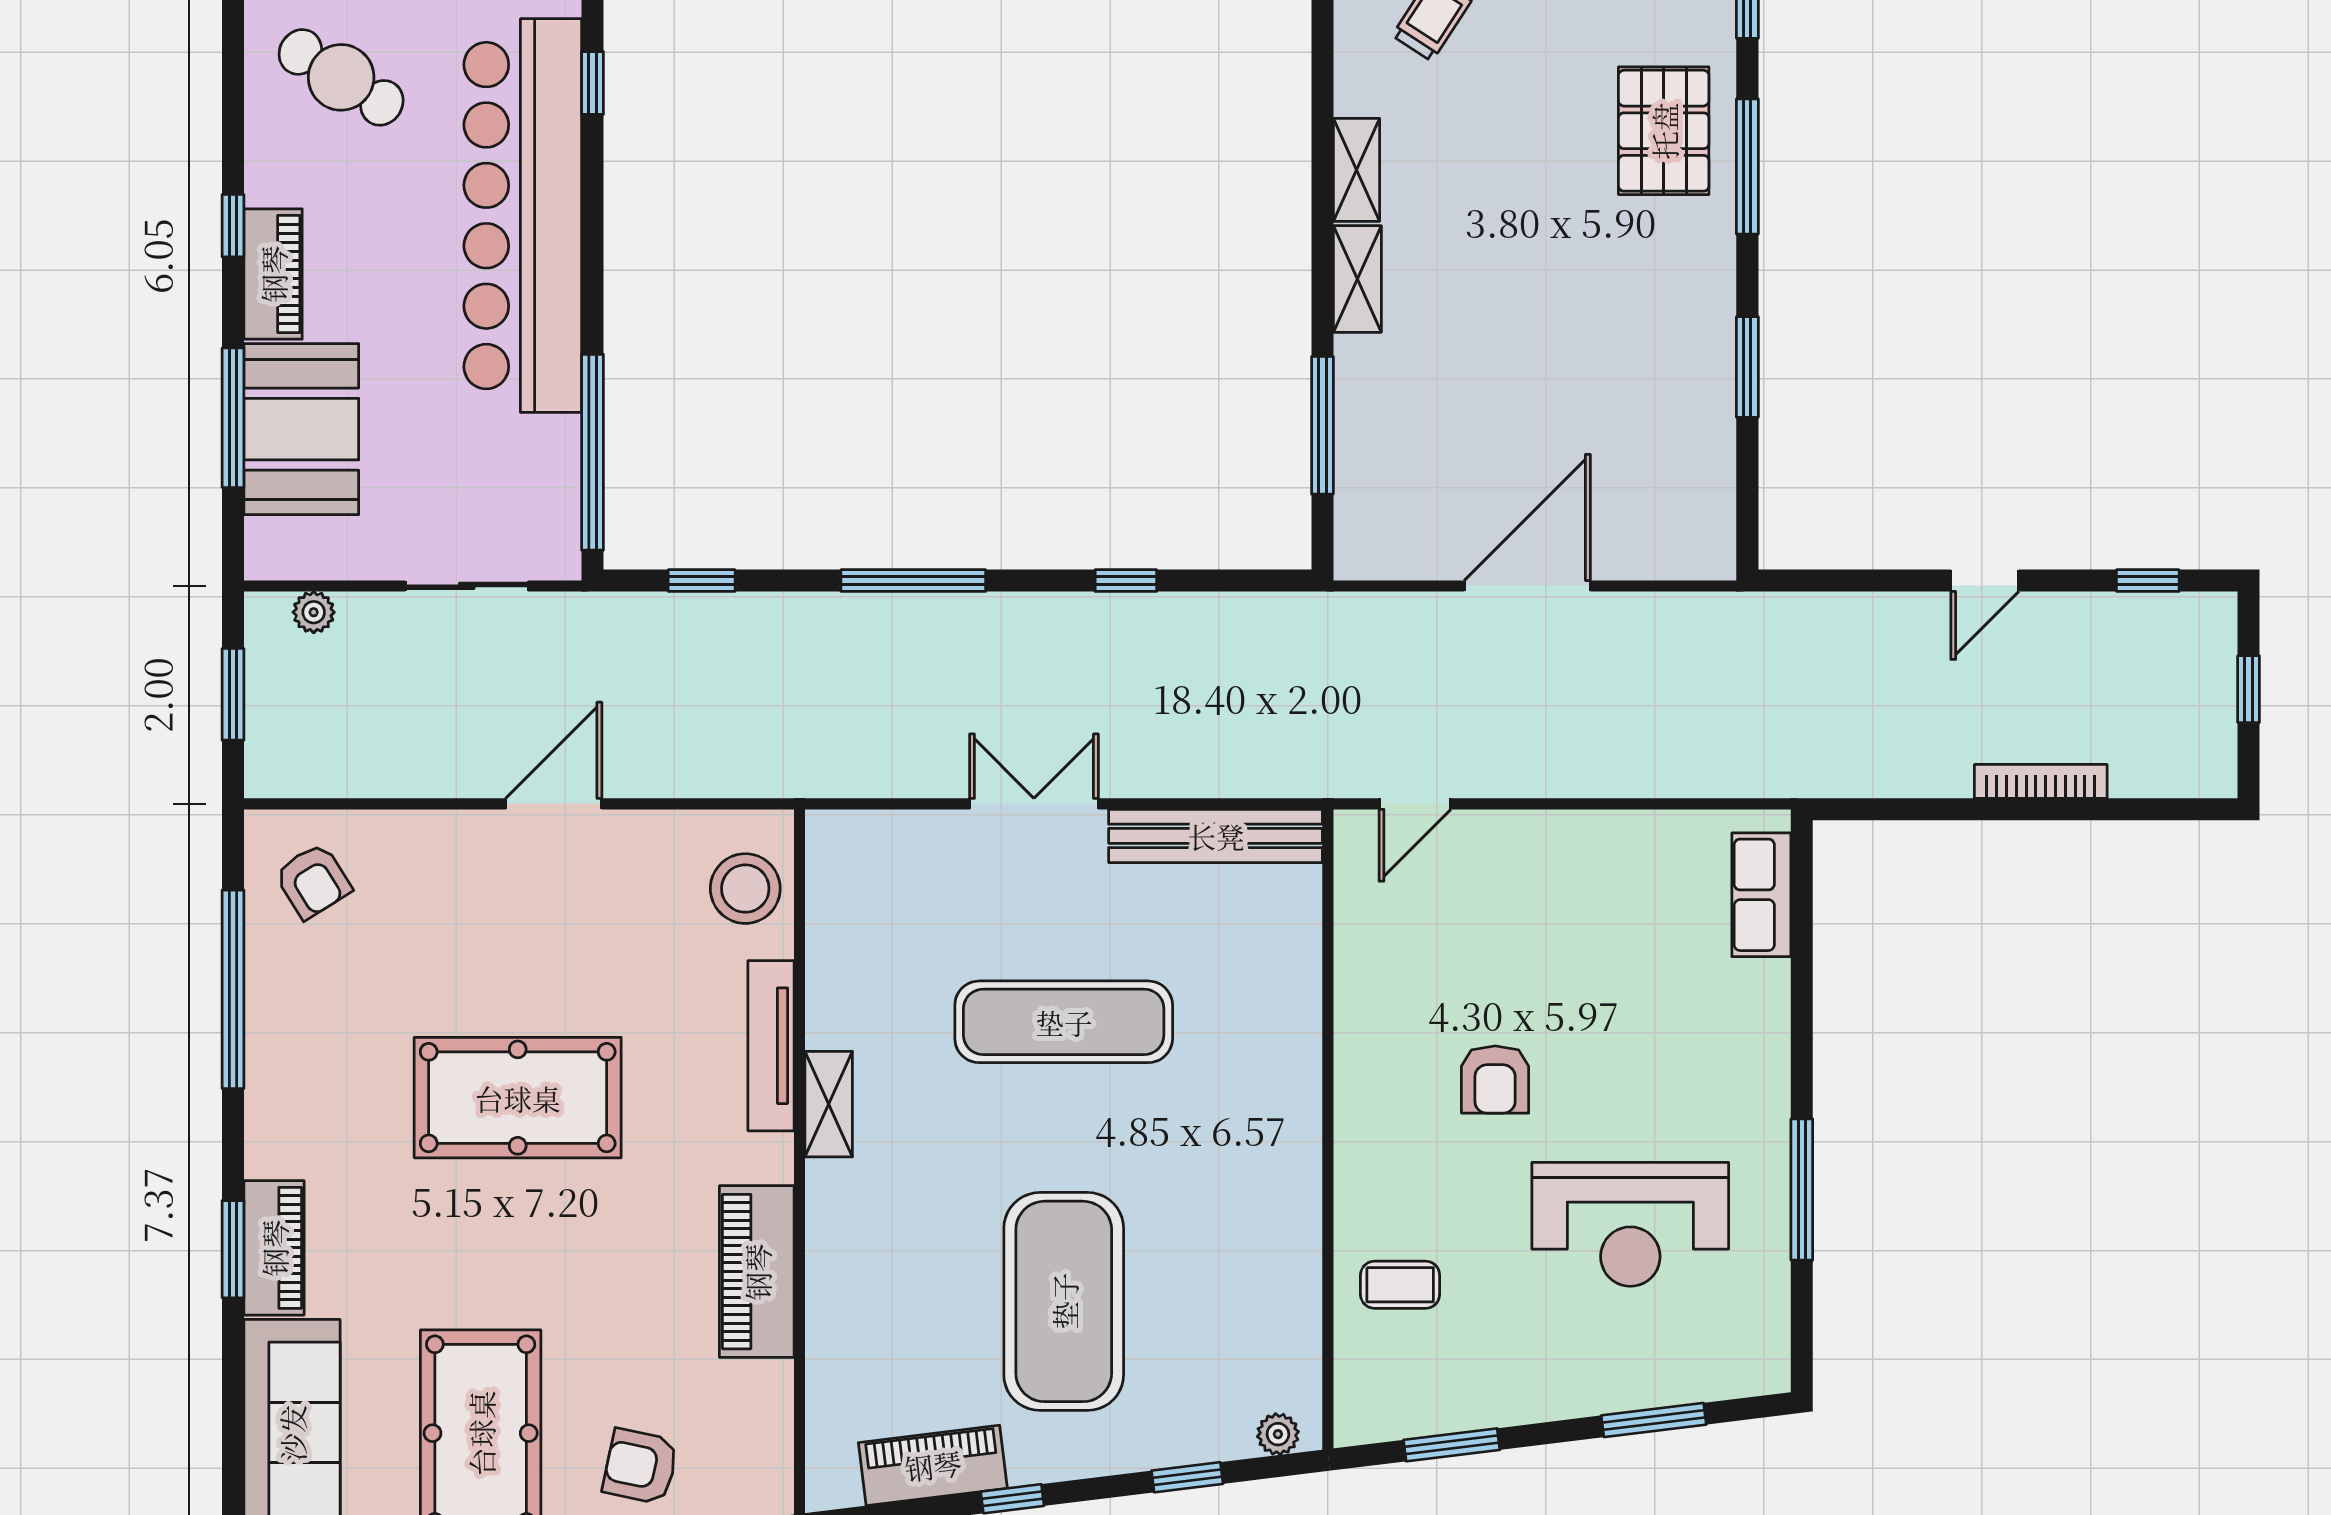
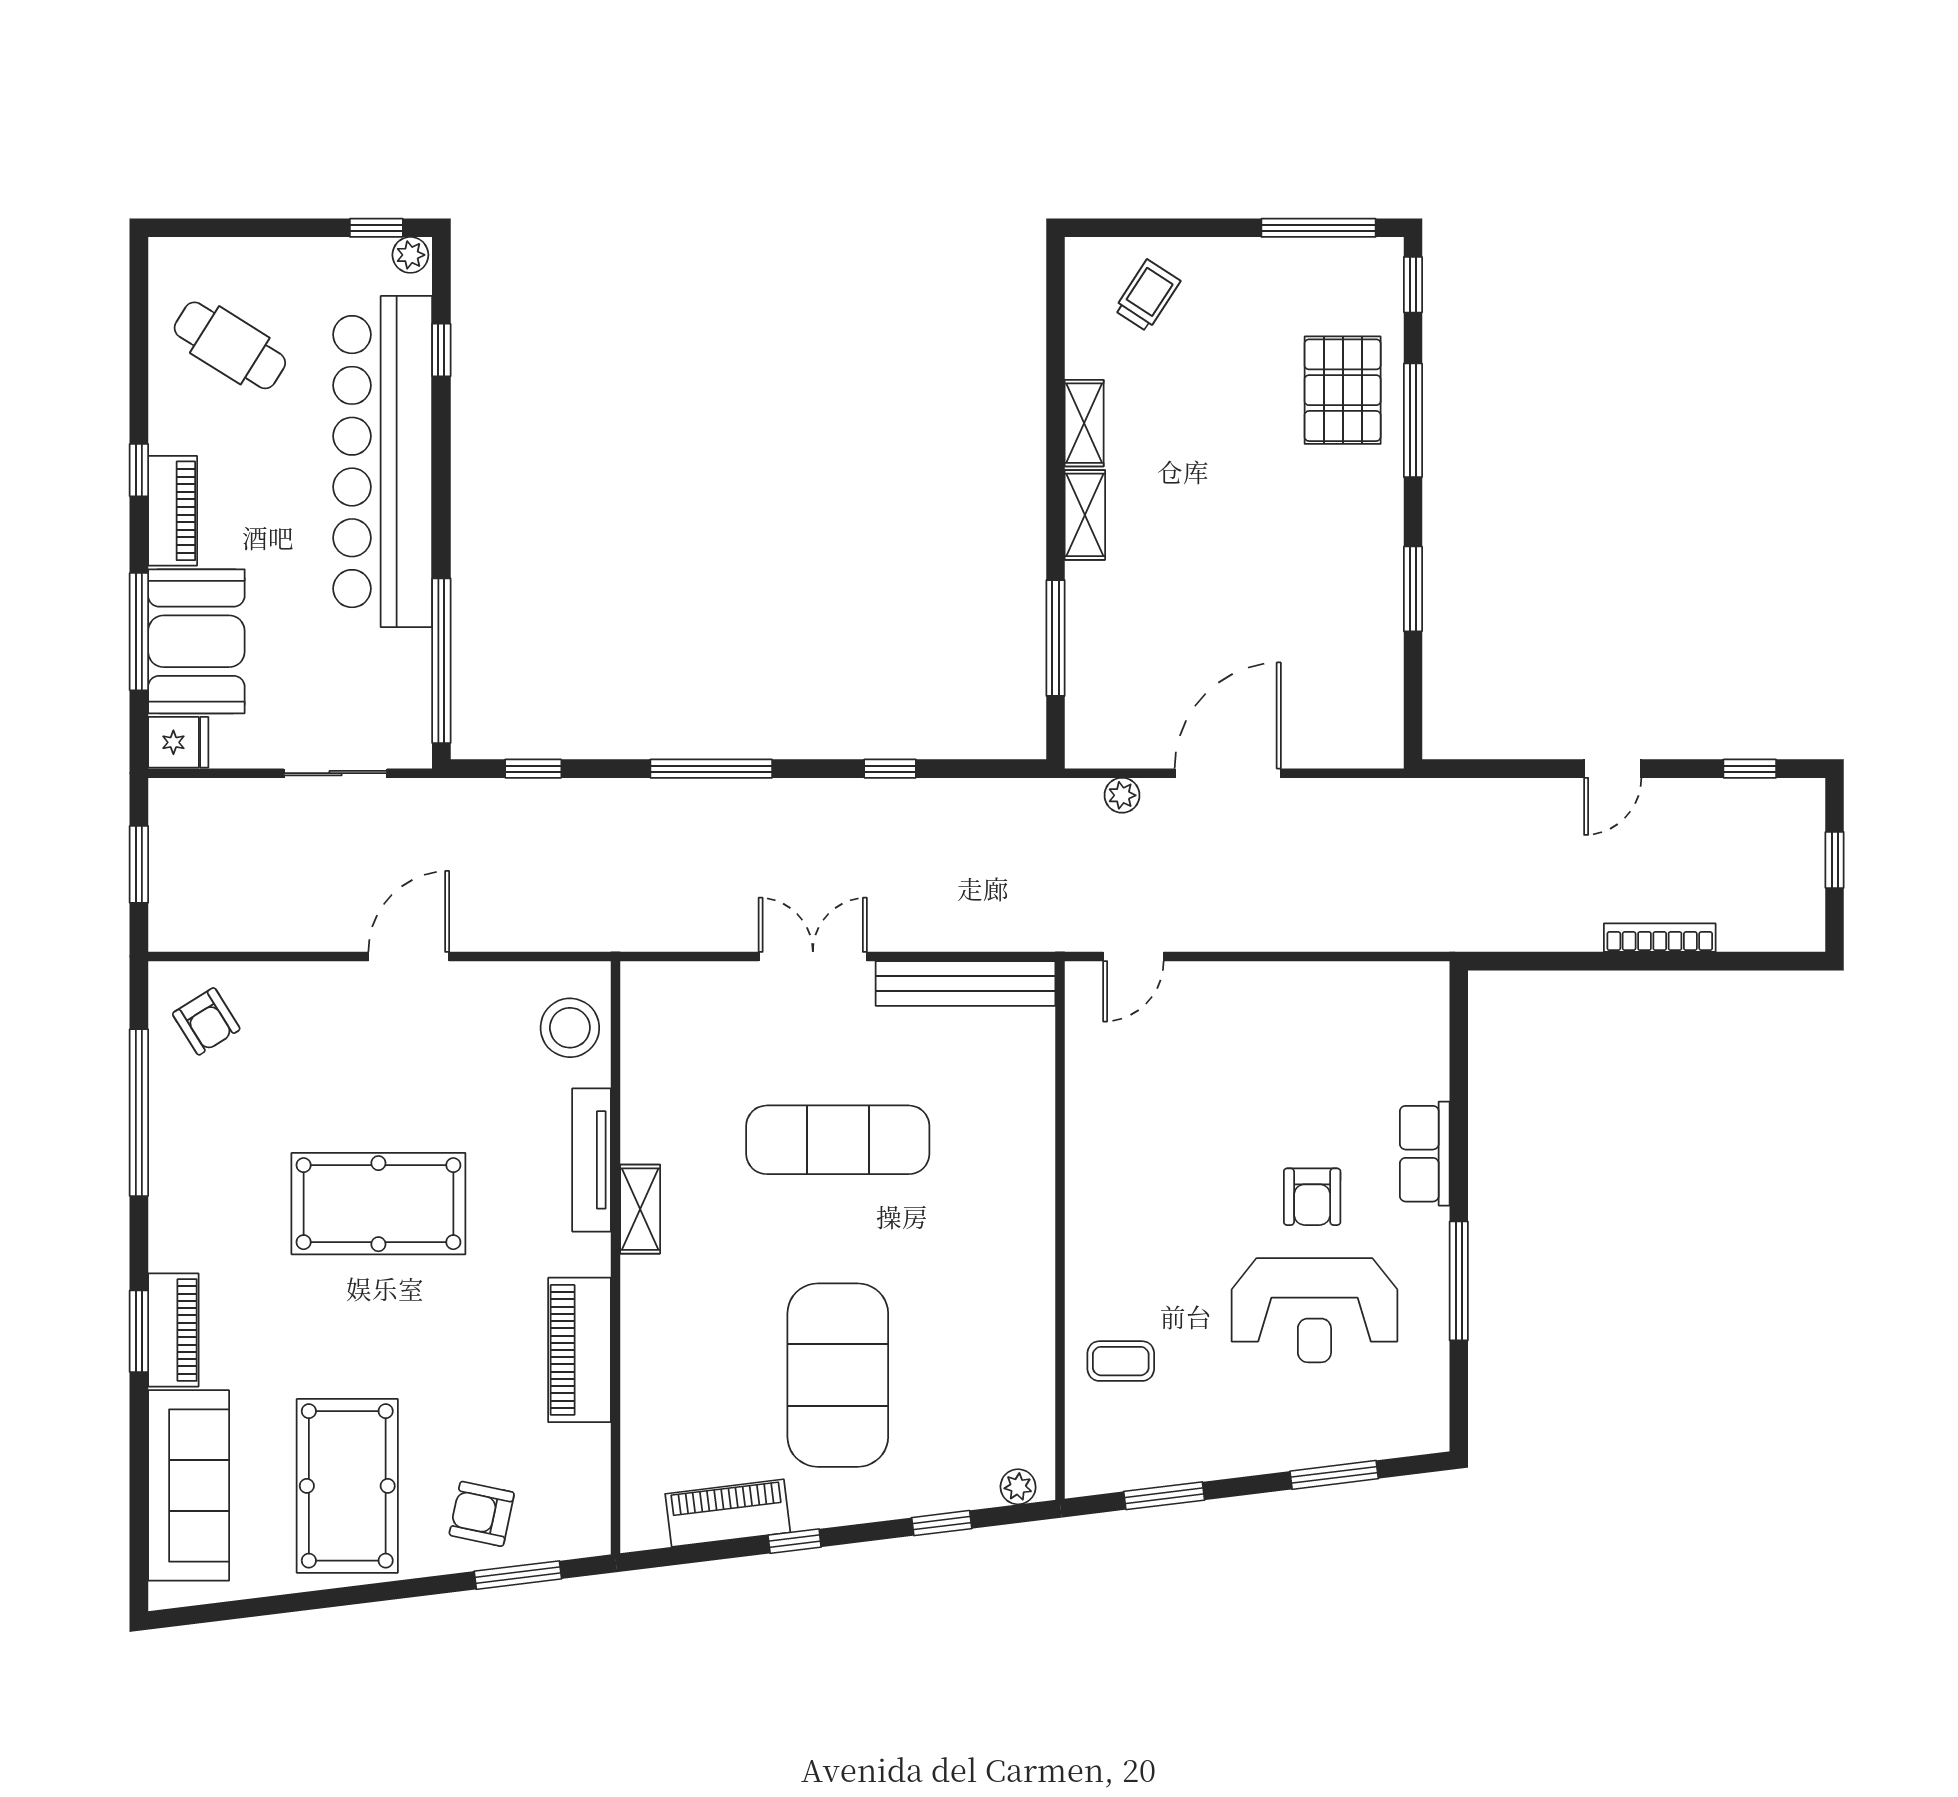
fridge: (280, 549) -> (178, 742), added
plant: (314, 612) -> (1122, 795), moved
row of seats: (1761, 895) -> (1425, 1154), moved
armchair: (1495, 1080) -> (1312, 1197), moved

